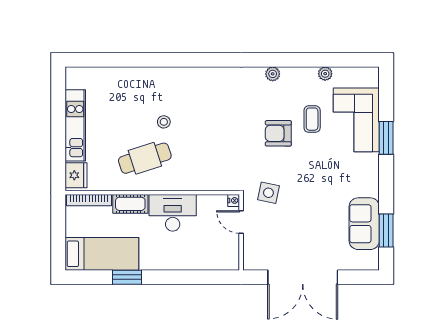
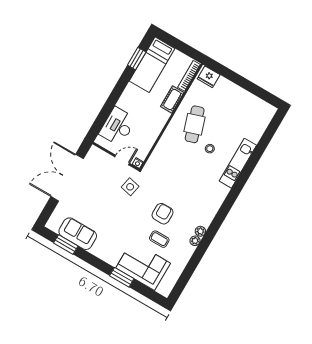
plant: (325, 74) -> (195, 241), moved
kitchen unit: (75, 125) -> (238, 163), moved, turned 90
desk: (173, 213) -> (118, 126), moved, turned 180
window: (127, 277) -> (137, 59), moved

